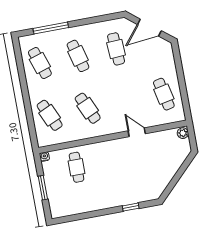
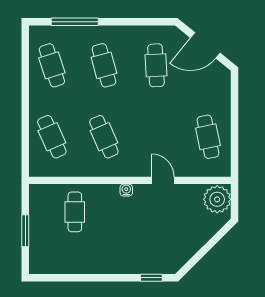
plant: (183, 133) -> (217, 199), width x1.88, depth x1.88
water cooler: (44, 157) -> (126, 190), moved
window: (131, 207) -> (151, 278), moved

